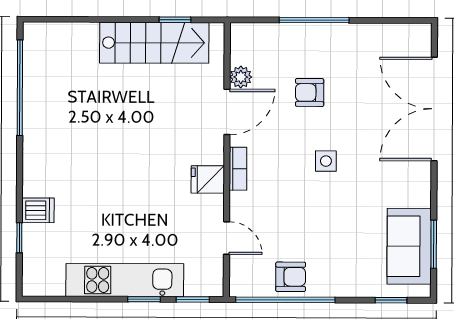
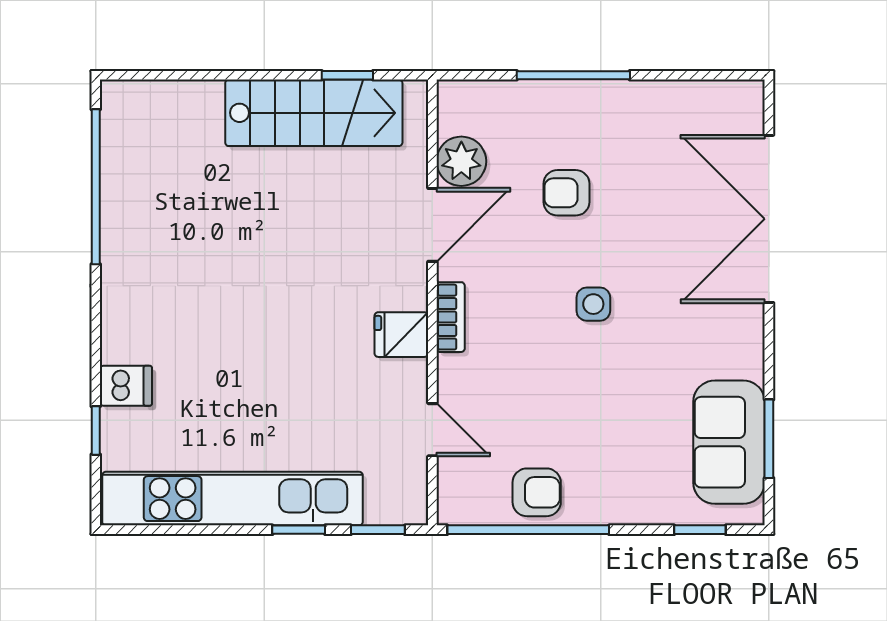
plant: (241, 77) -> (461, 161), width x1.38, depth x1.38
kitchen unit: (125, 280) -> (232, 499), width x1.36

